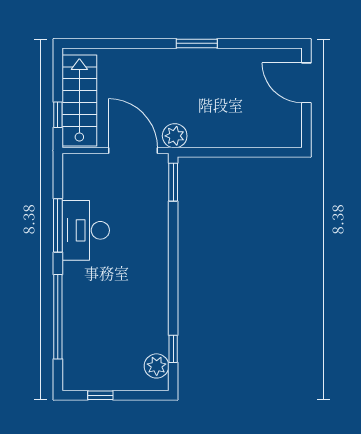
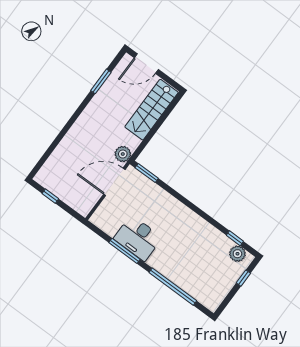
window: (197, 43) -> (101, 81), moved
stairs: (79, 101) -> (151, 110), moved, turned -90
window: (58, 115) -> (50, 196), moved
window: (100, 395) -> (243, 278), moved

